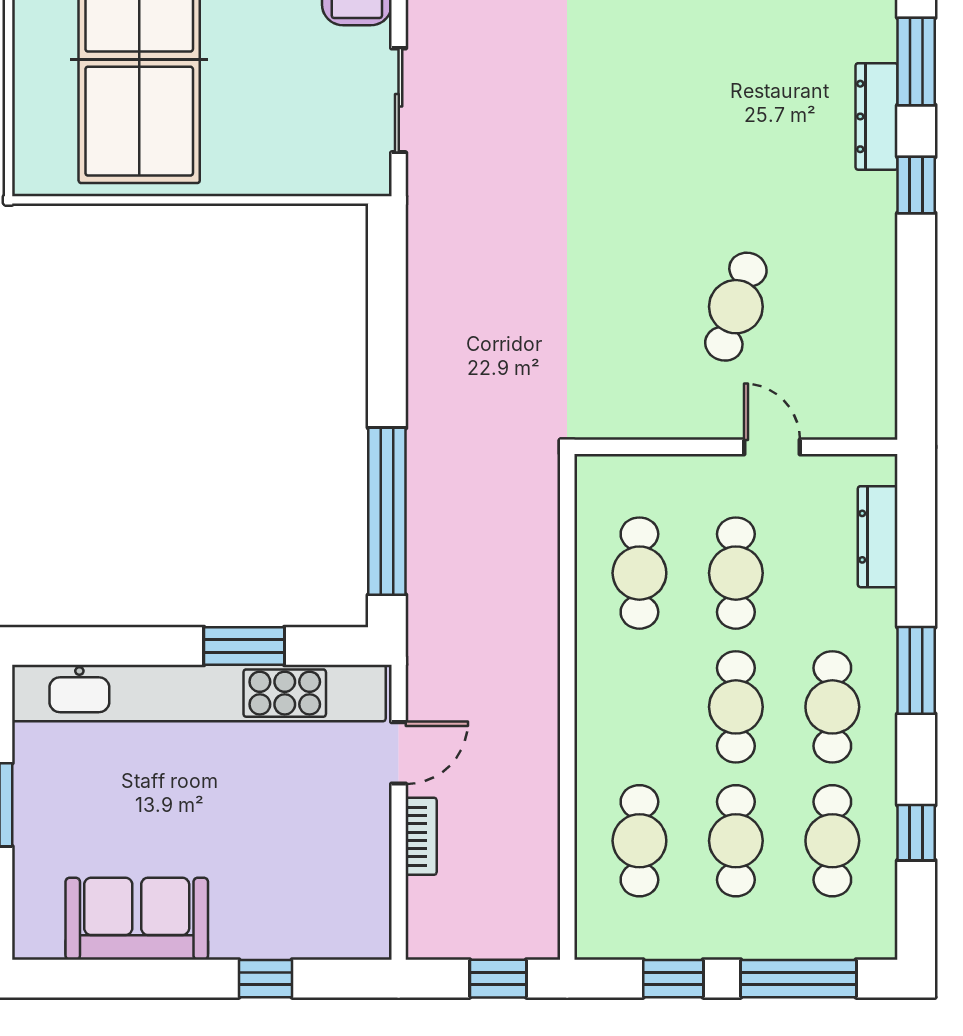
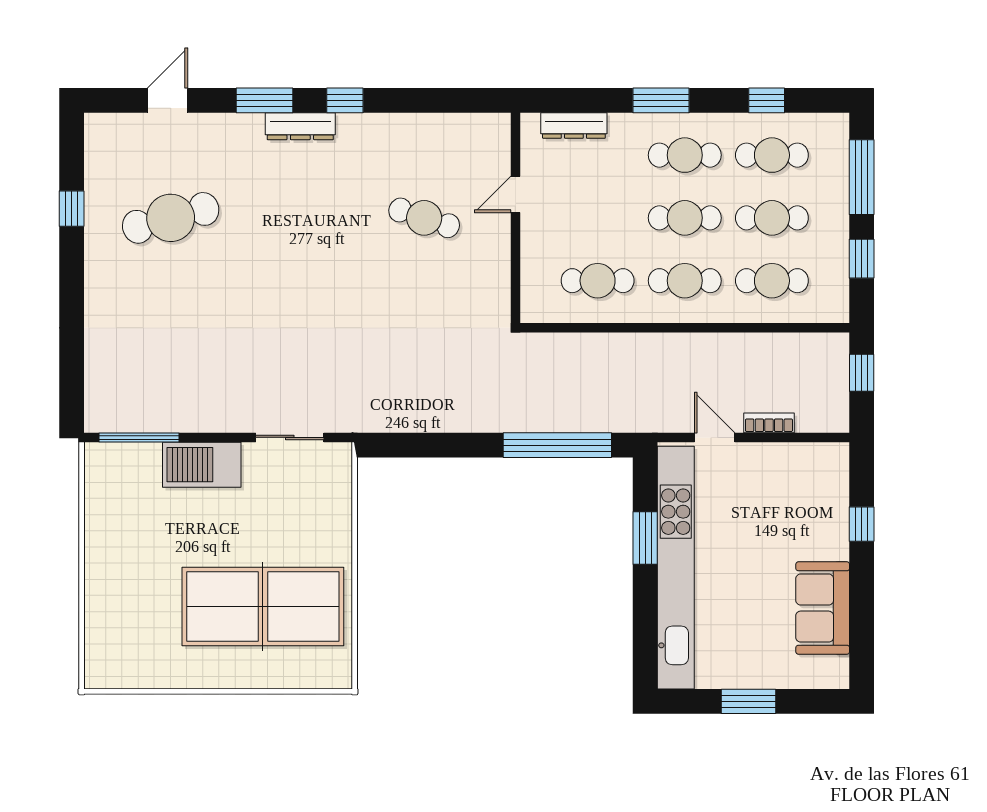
cafe table: (736, 573) -> (685, 281), moved

